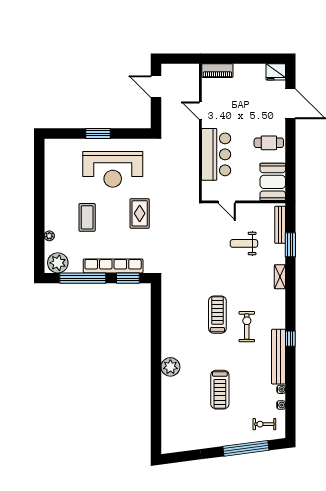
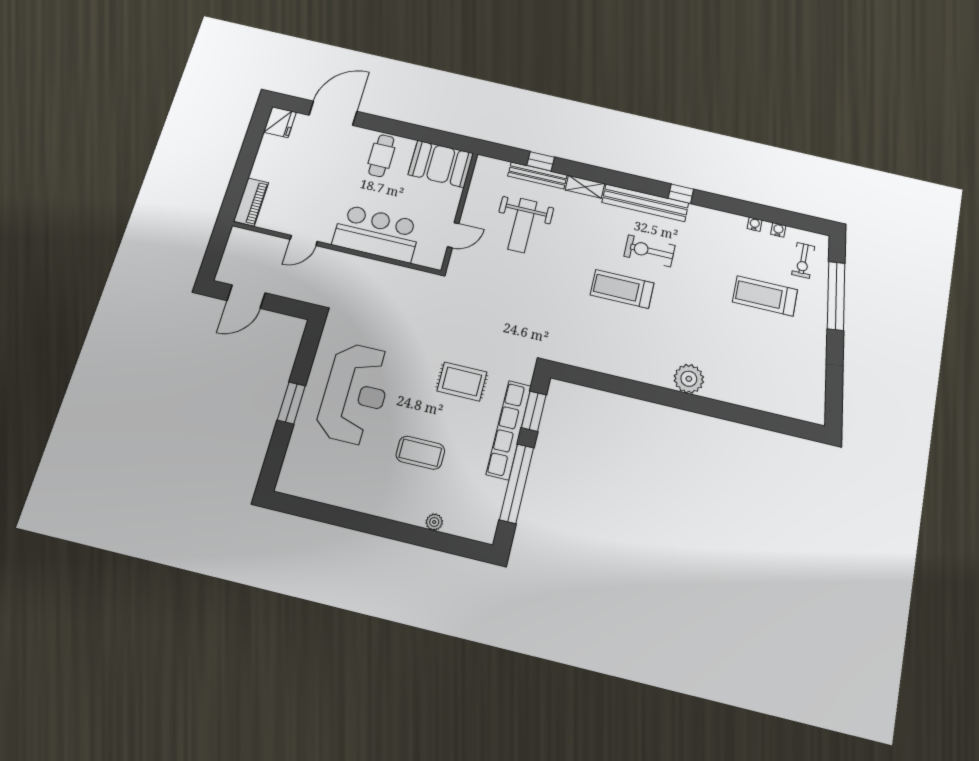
rug: (140, 213) -> (462, 382), moved
bench: (280, 225) -> (537, 175), moved
weight bench: (244, 243) -> (522, 225), width x1.36, depth x1.33
window: (290, 245) -> (541, 161), width x0.67
plant: (58, 263) -> (482, 519), removed
bench: (279, 357) -> (645, 203), moved
treadmill: (220, 390) -> (765, 296), moved, turned 180

